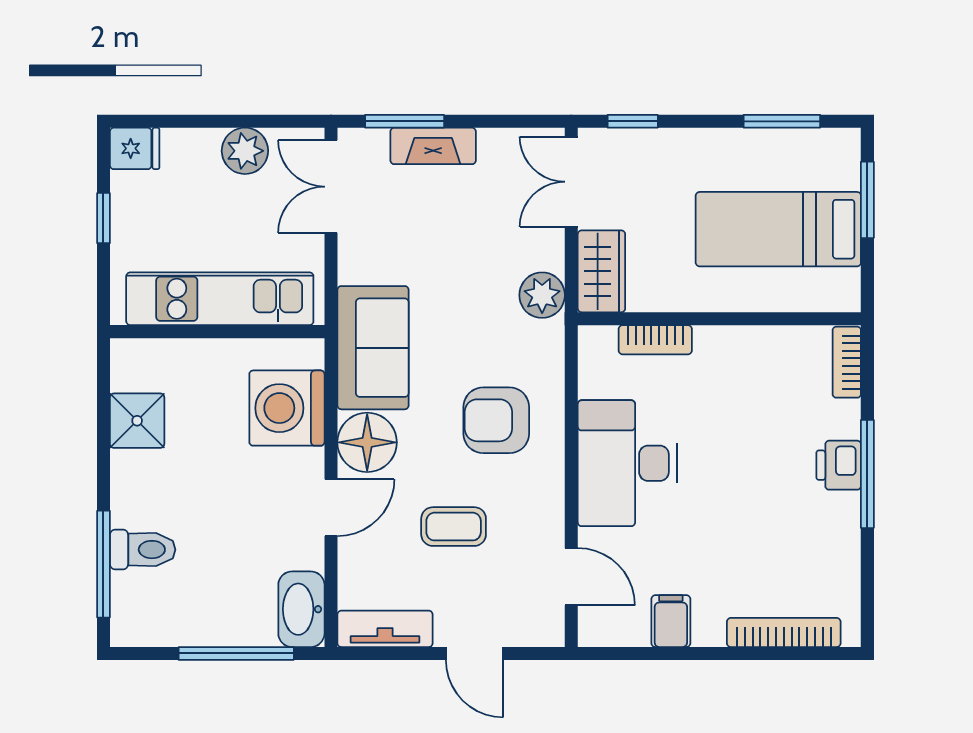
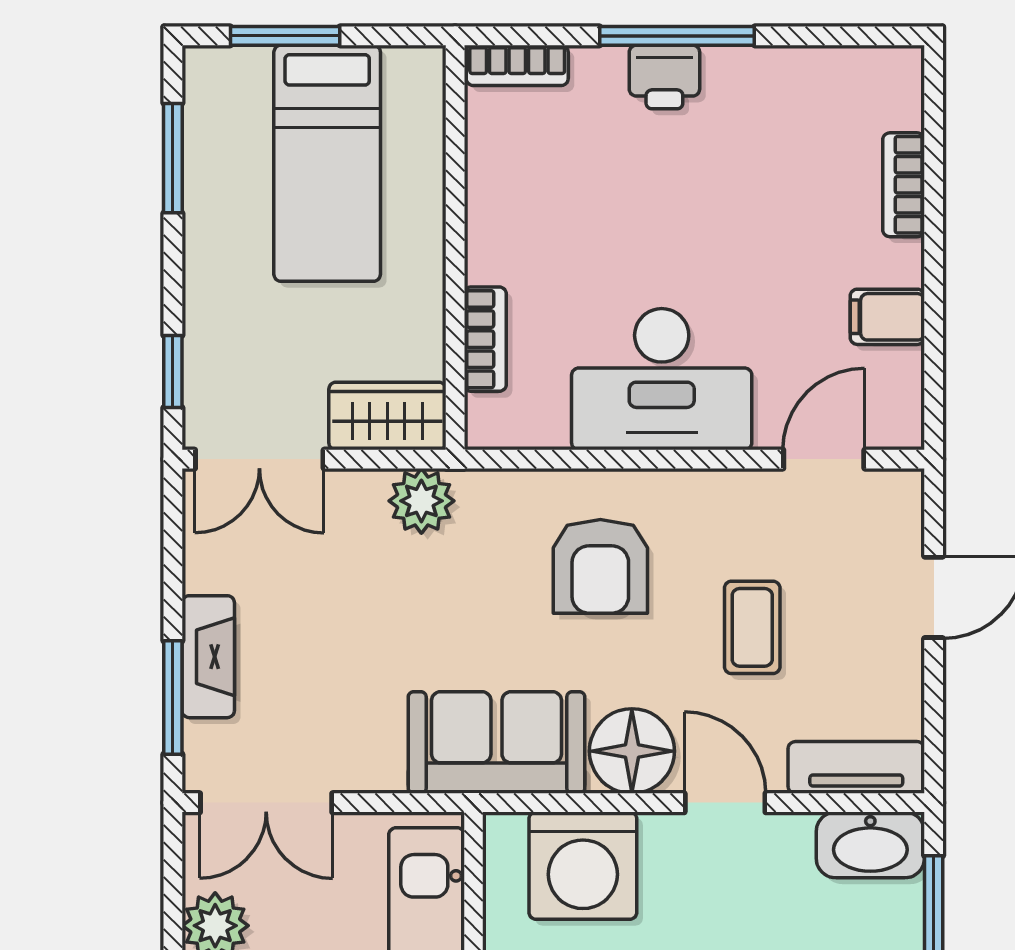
tv unit: (385, 629) -> (856, 767), moved, turned 90
bookcase: (784, 632) -> (904, 185), width x0.64

